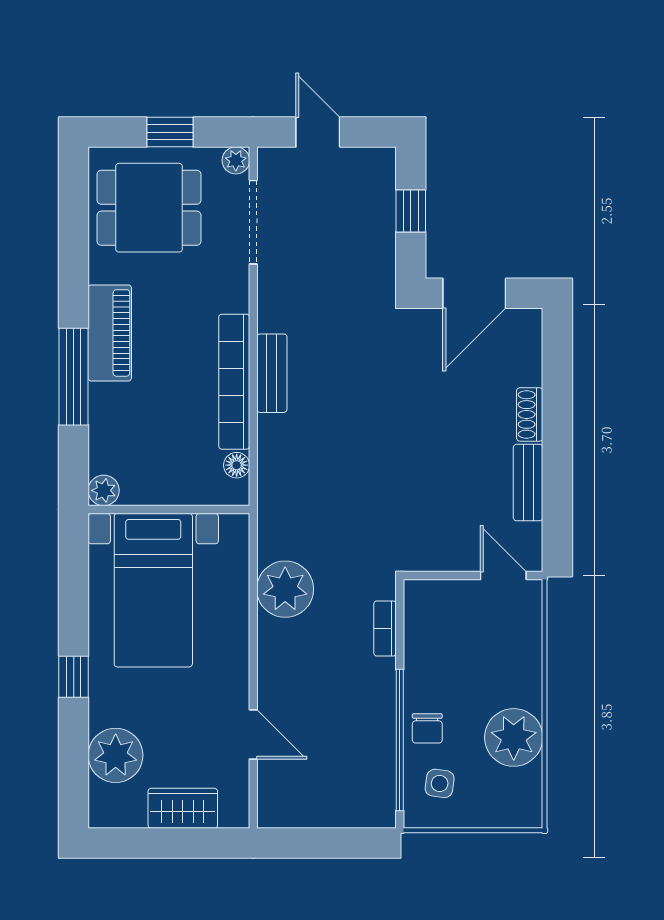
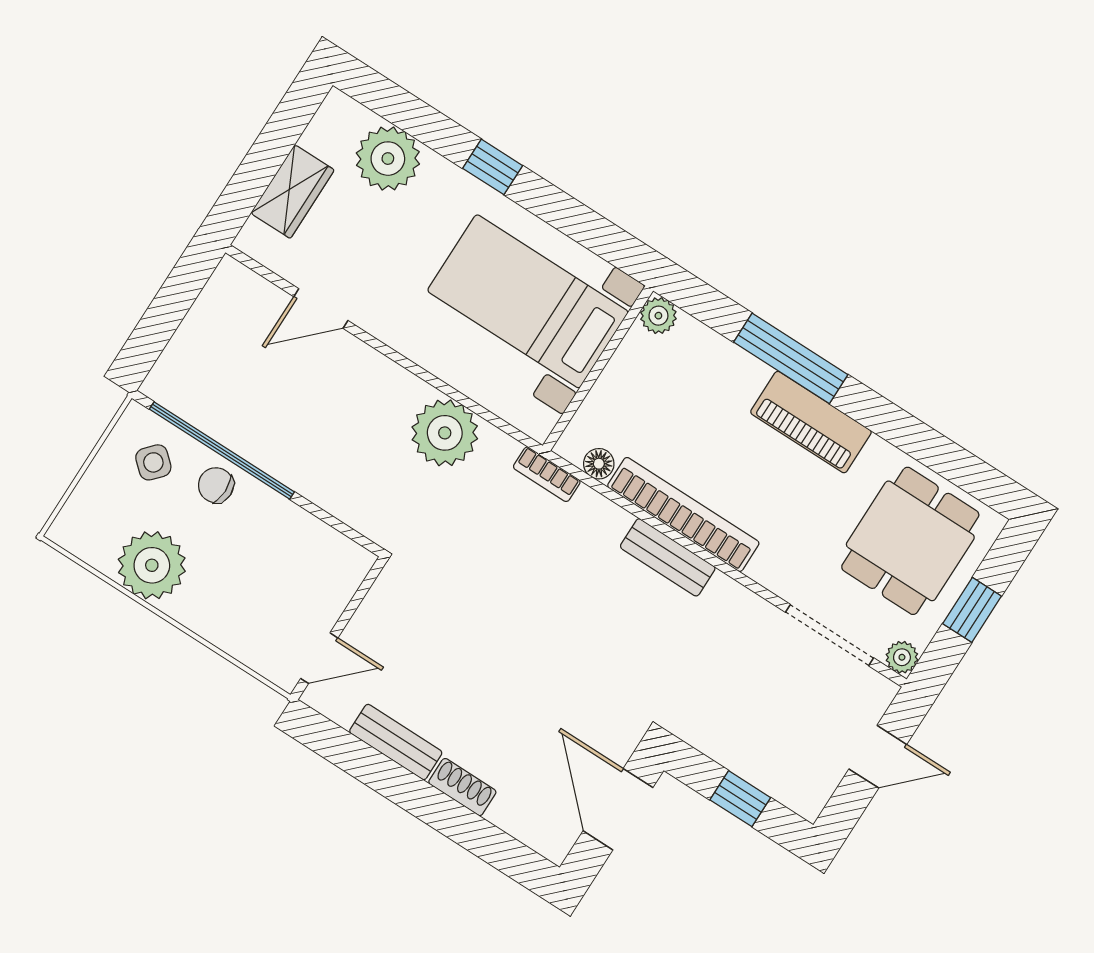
bookcase: (385, 628) -> (547, 474), moved, turned 180
side table: (440, 783) -> (153, 462), turned 34

